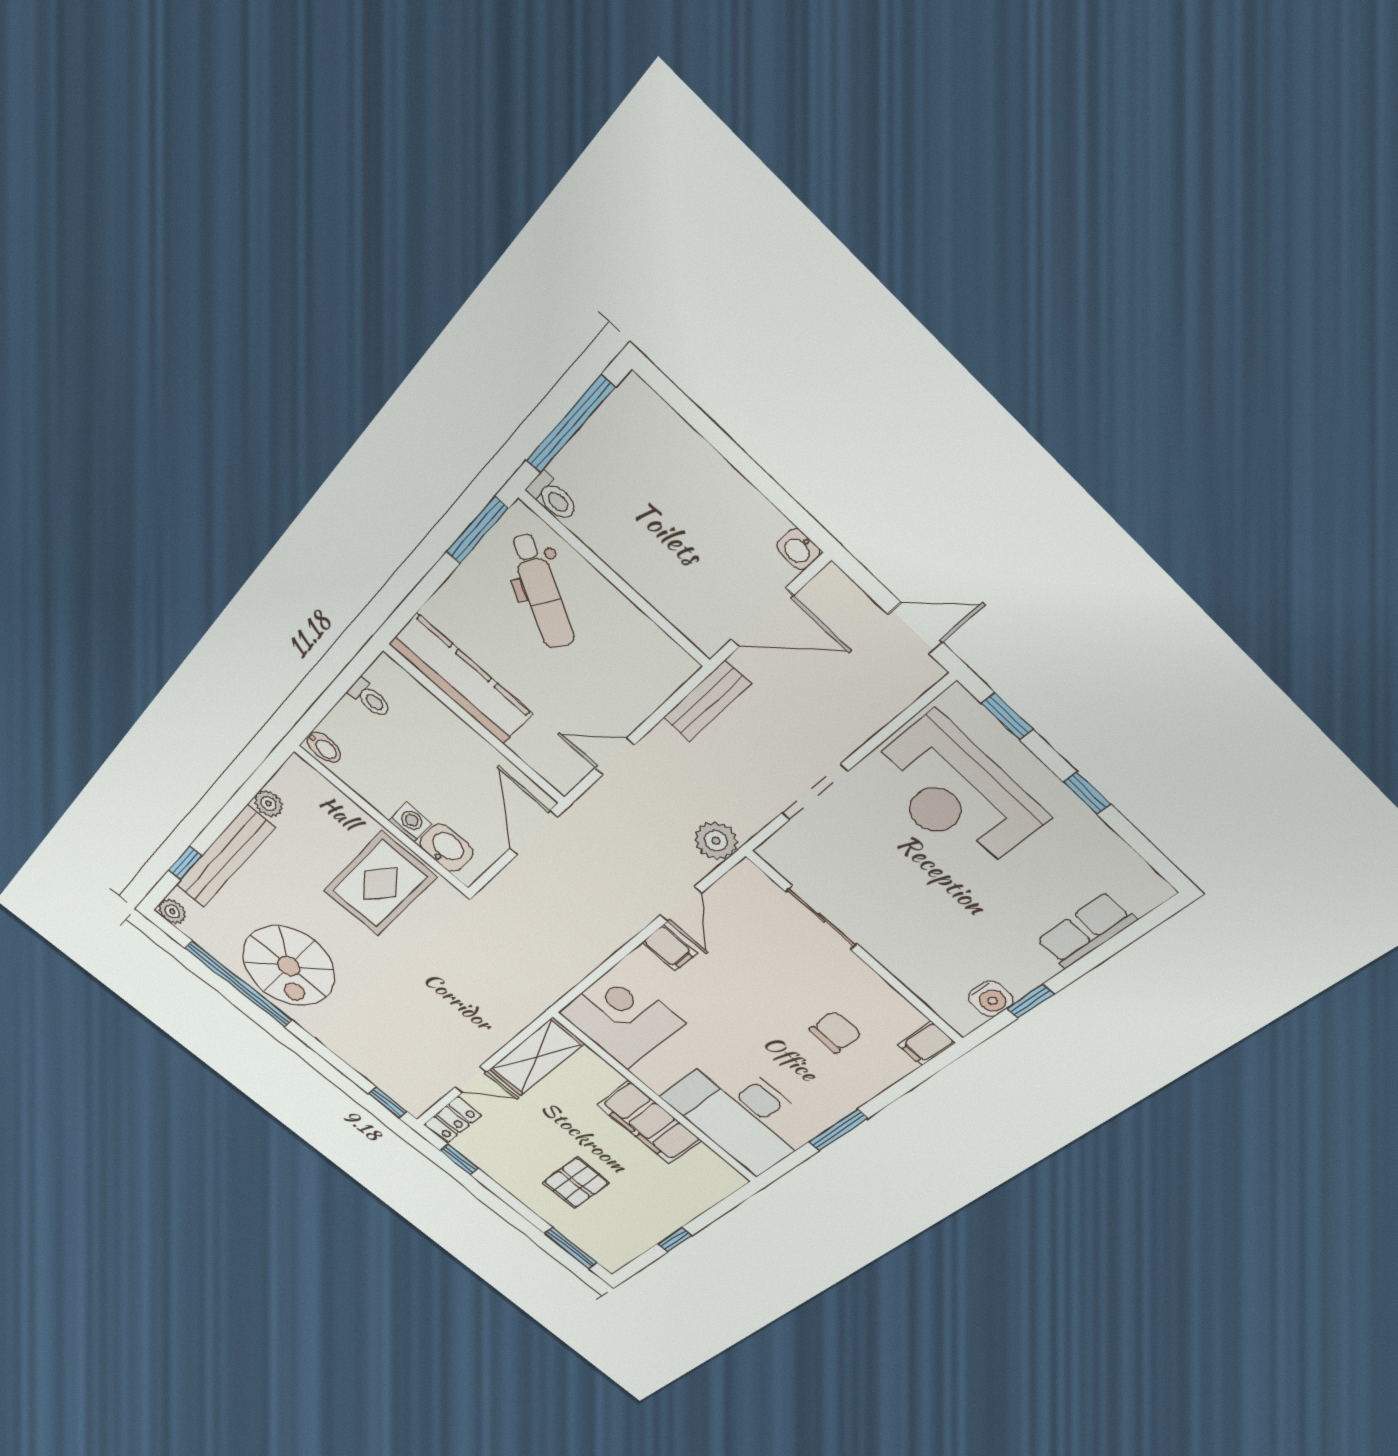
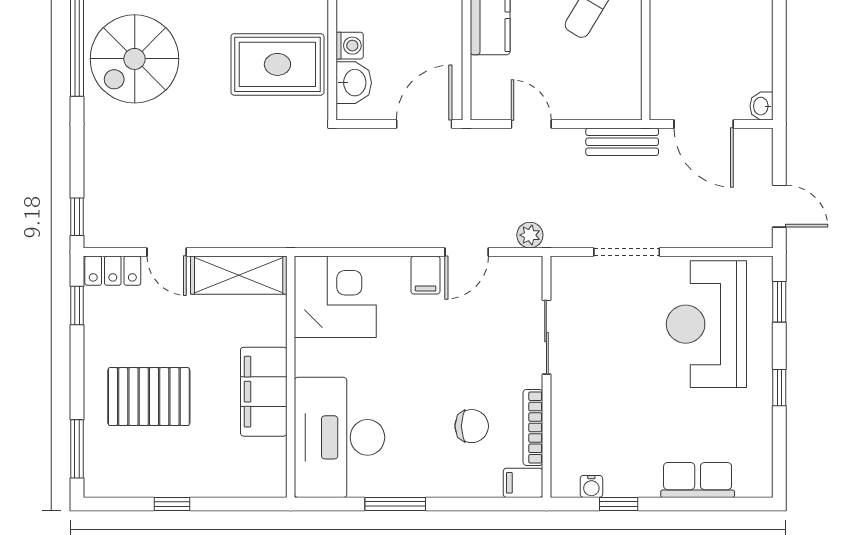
plant: (716, 841) -> (530, 235), width x0.73, depth x0.73
bookcase: (888, 996) -> (533, 427), added
water cooler: (991, 999) -> (591, 486), width x0.72, depth x0.72
pallet: (576, 1183) -> (149, 397), width x1.50, depth x1.42

